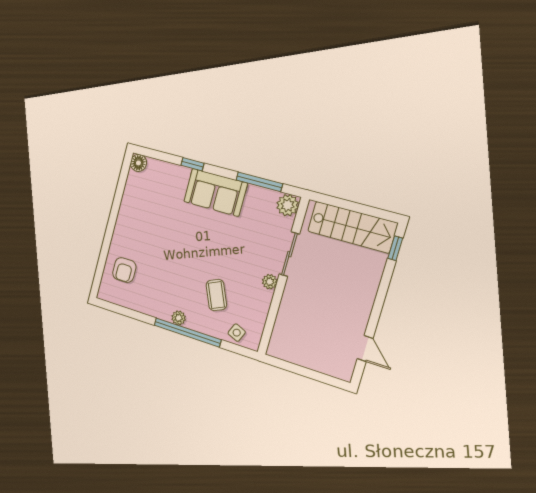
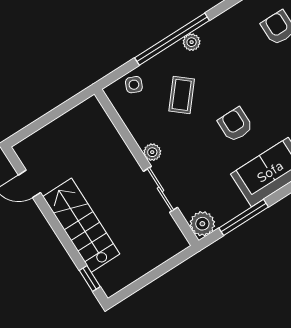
stairs: (352, 227) -> (81, 225), moved, turned 90
armchair: (205, 243) -> (235, 125), added
coffee table: (216, 295) -> (182, 95), turned 64

